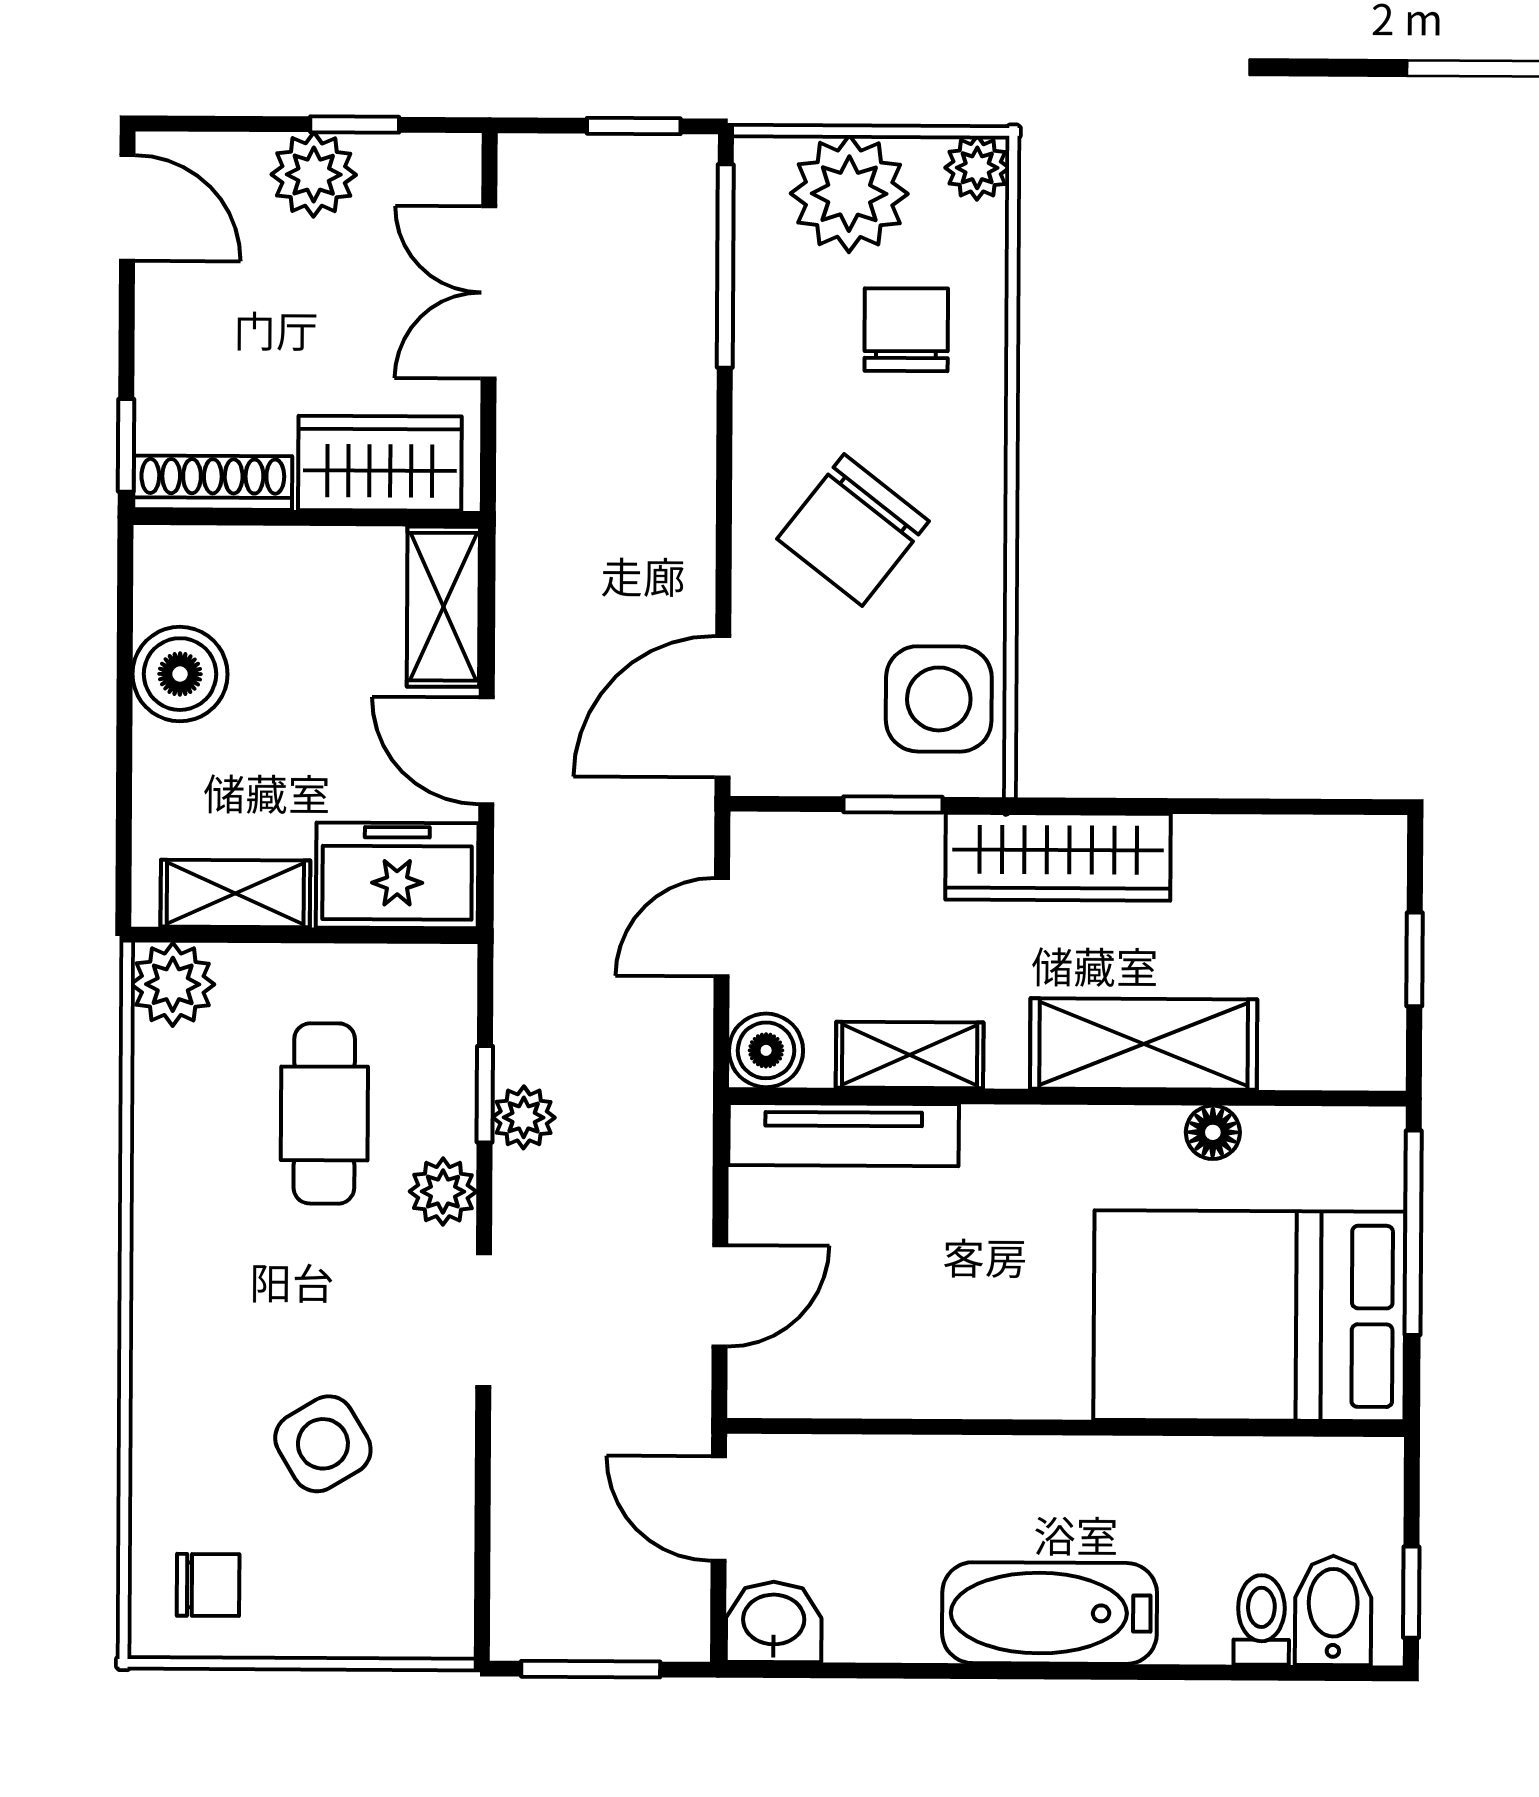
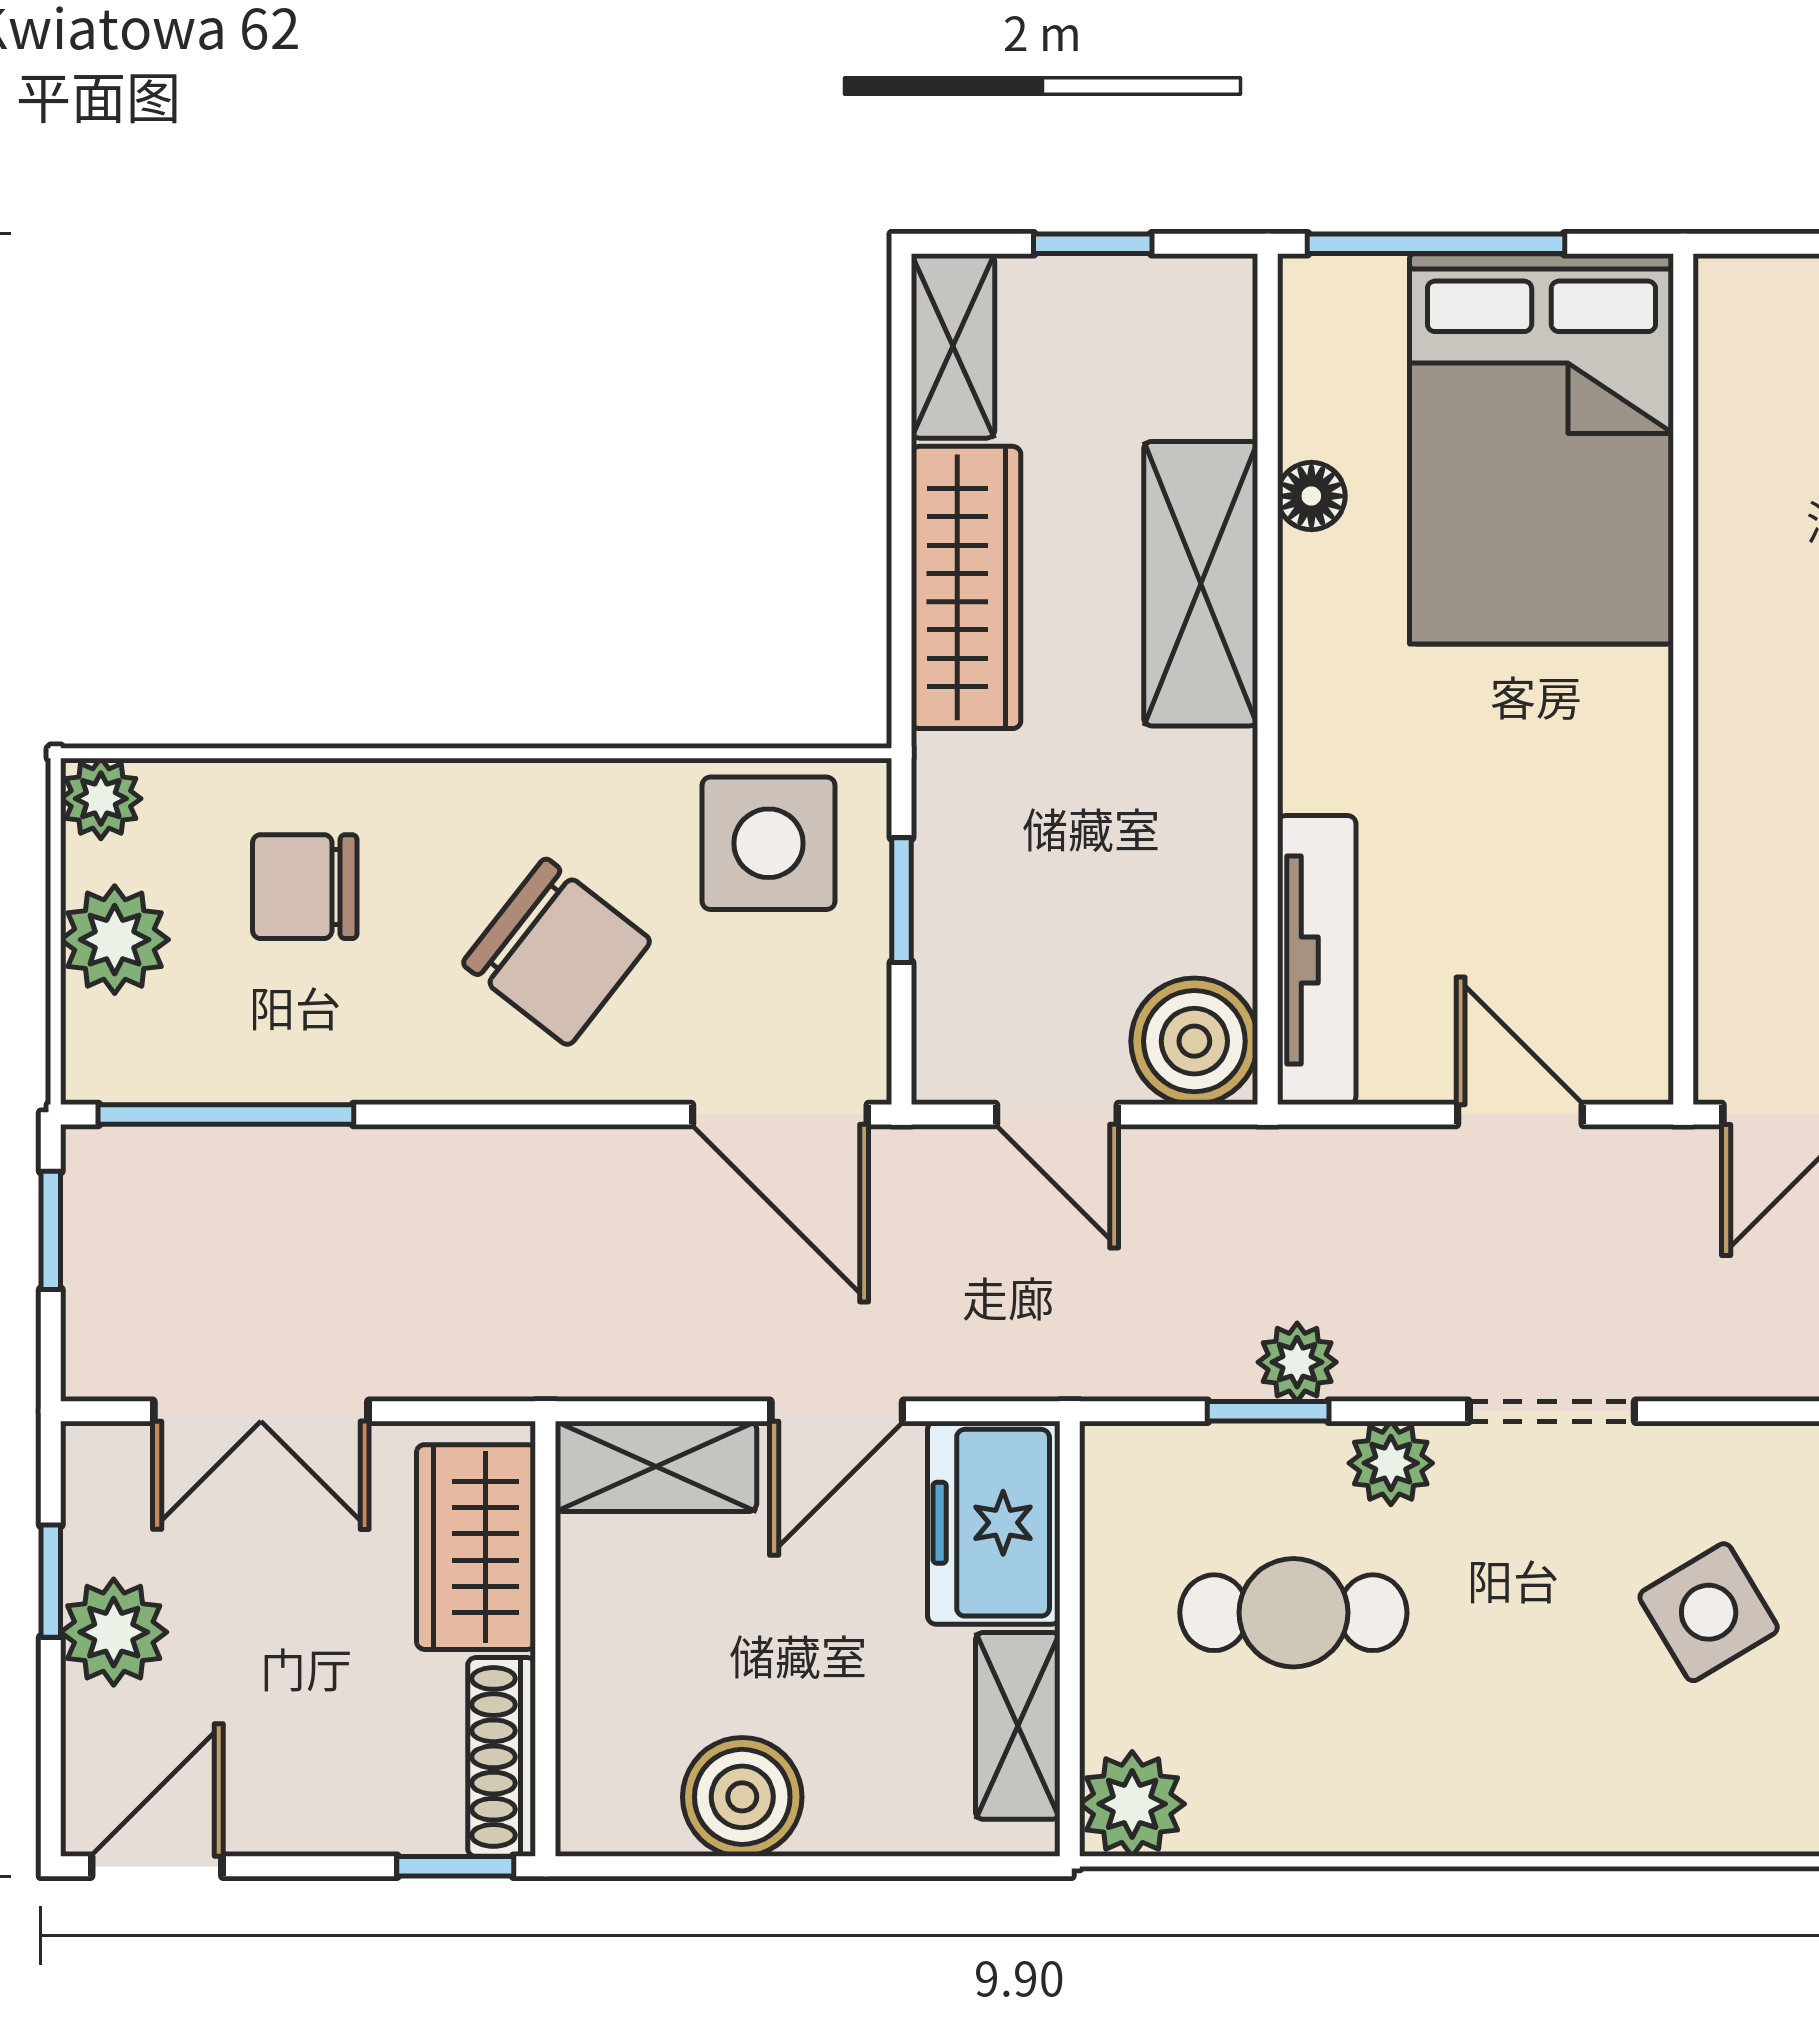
plant: (849, 194) -> (115, 940), width x0.73, depth x0.73
wardrobe: (1058, 857) -> (966, 587), moved
boiler: (766, 1050) -> (1194, 1041), width x1.36, depth x1.36
shelving: (910, 1055) -> (953, 346), moved

